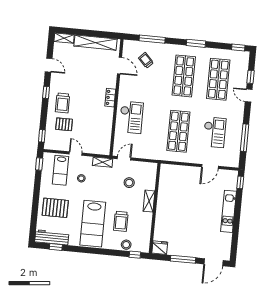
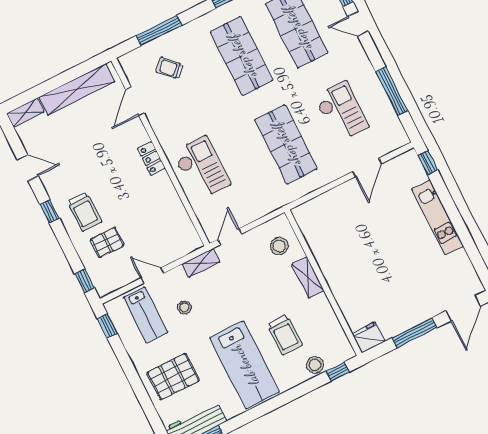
door: (119, 66) -> (135, 101), swing flipped
stool: (129, 183) -> (279, 246), moved

